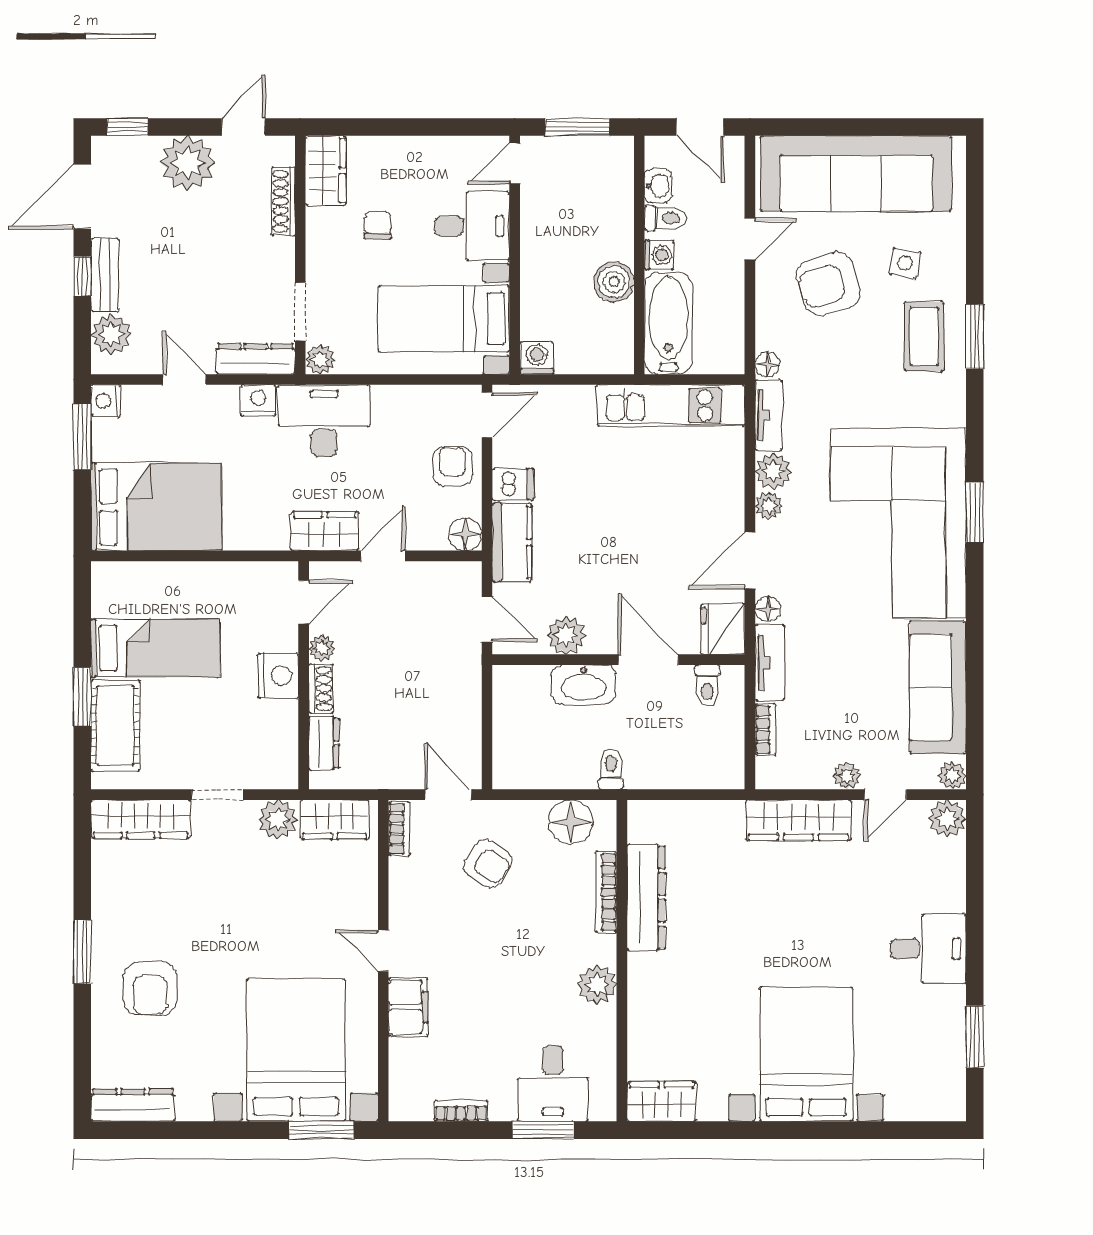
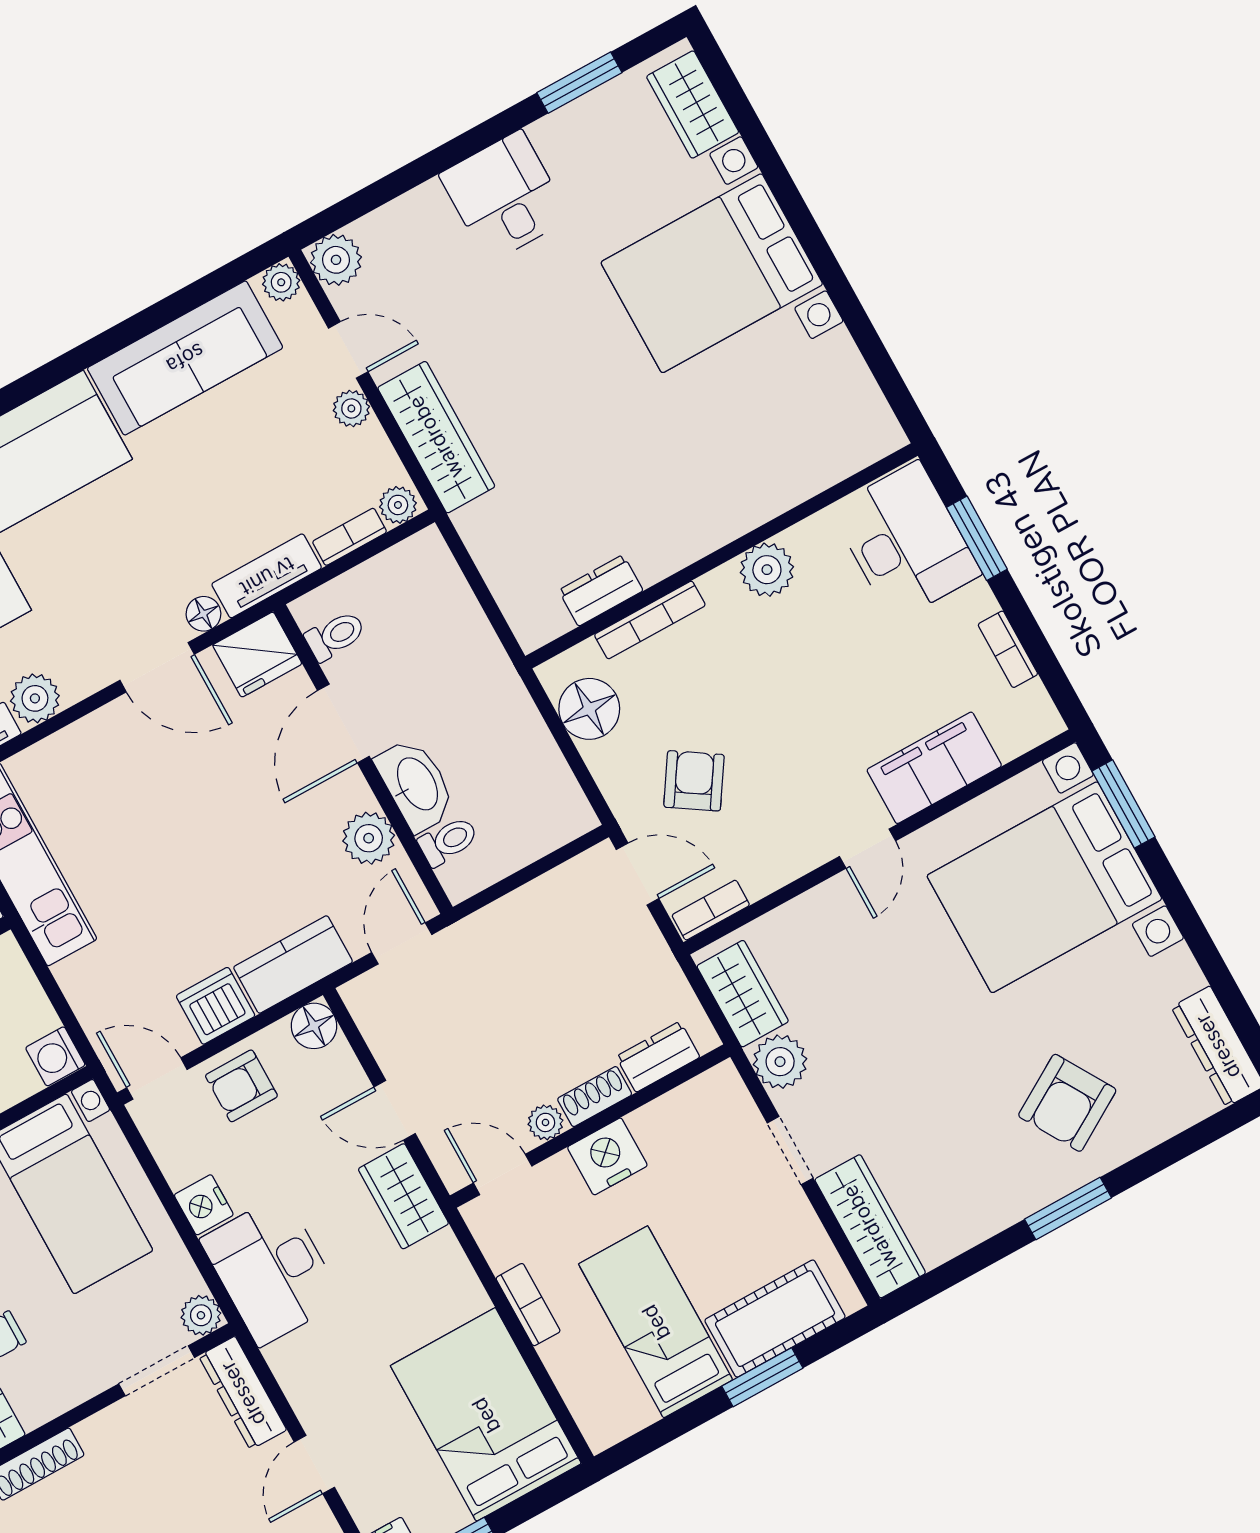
nightstand: (258, 400) -> (204, 1205), moved
dishwasher: (513, 484) -> (216, 1006), width x1.38
plant: (769, 506) -> (398, 505), moved
bookcase: (211, 573) -> (528, 1305), added
toilet: (611, 769) -> (448, 841), moved, turned 180
door: (448, 795) -> (638, 874), swing flipped
dresser: (646, 897) -> (601, 590), width x0.51, depth x0.80
armchair: (150, 989) -> (1067, 1103), turned 149
filing cabinet: (408, 1007) -> (934, 768), width x1.50, depth x1.17
desk: (553, 1084) -> (906, 541), width x1.37
wardrobe: (662, 1101) -> (693, 104), moved

